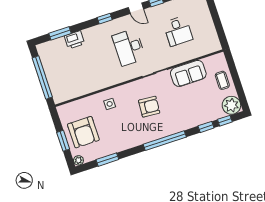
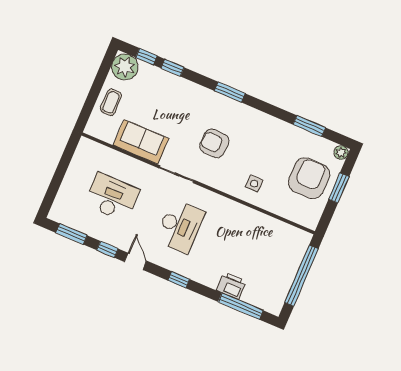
desk: (178, 31) -> (112, 197), width x1.37
window: (60, 33) -> (241, 306), width x1.44
window: (165, 141) -> (230, 92), width x0.47

